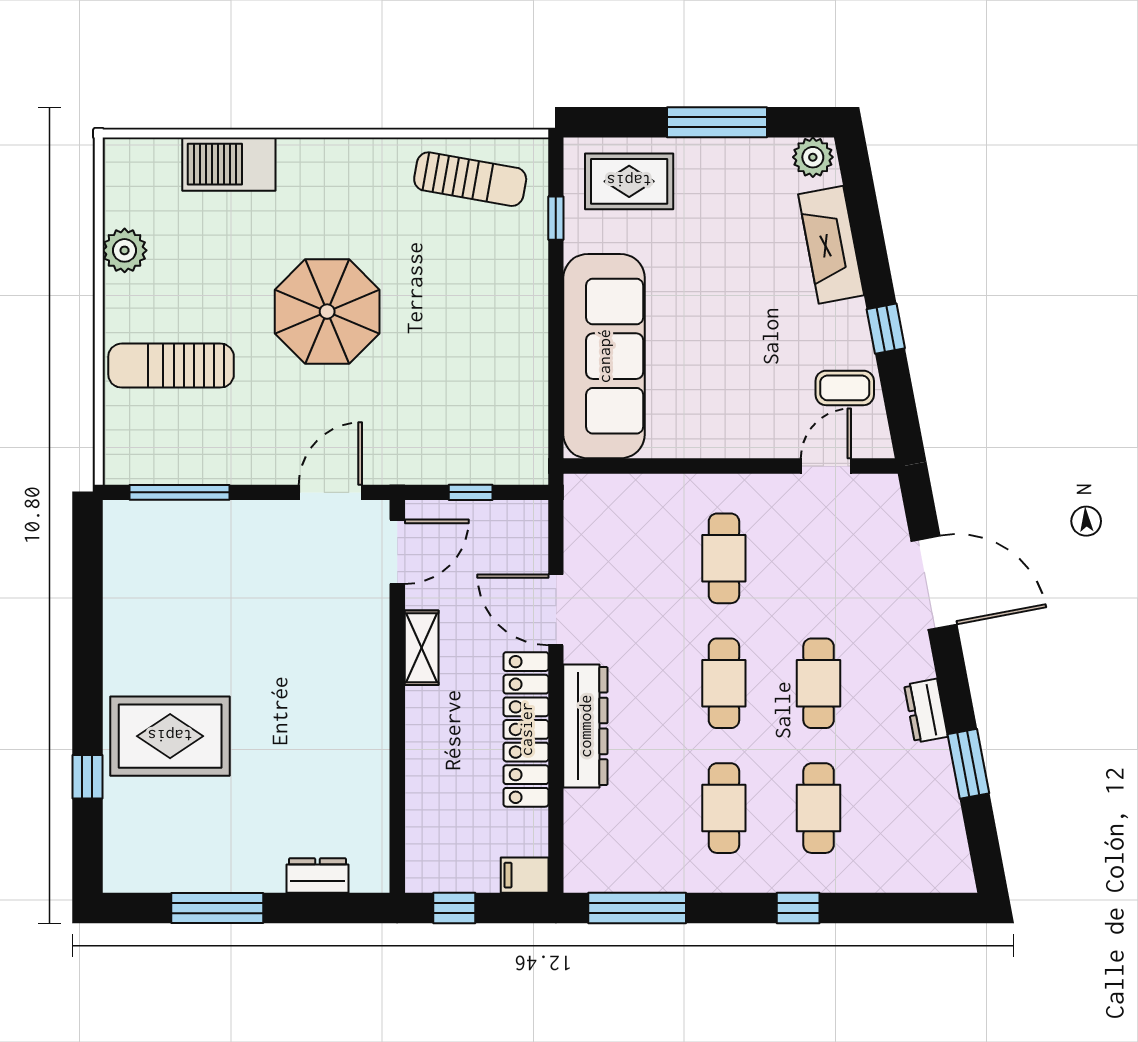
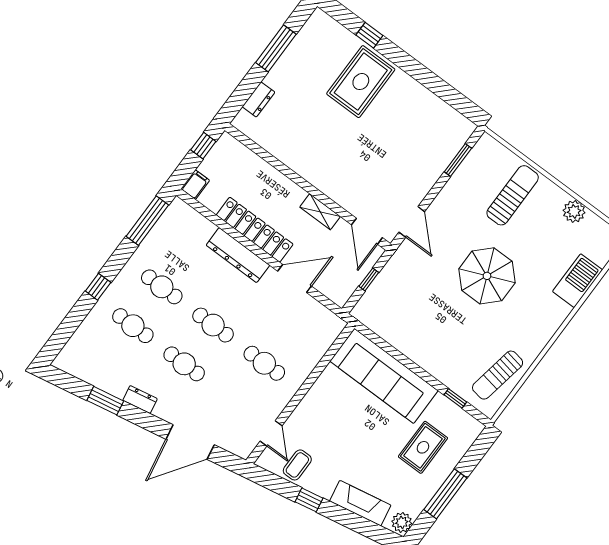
rug: (629, 181) -> (423, 447), moved
window: (179, 492) -> (458, 160), width x0.69

